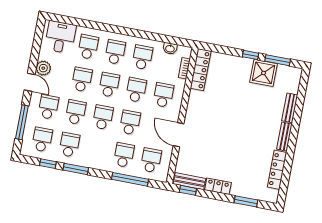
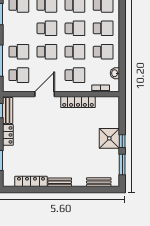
locker: (201, 70) -> (78, 102), moved
shower: (263, 73) -> (109, 138), moved
bench: (290, 108) -> (99, 182), moved

